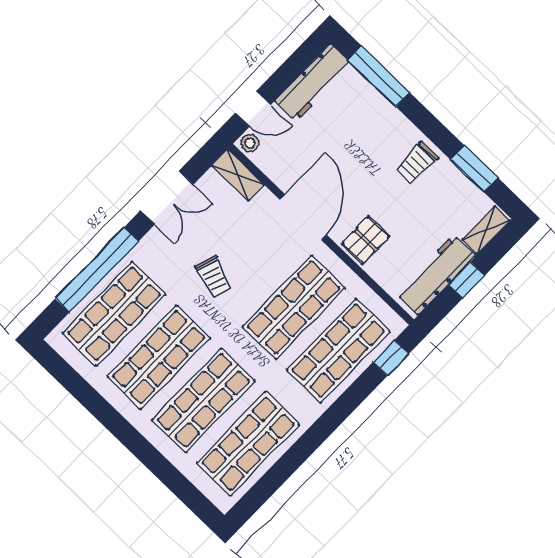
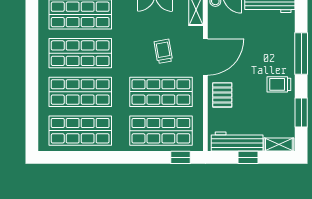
window: (379, 76) -> (301, 54), moved
pallet: (366, 240) -> (222, 95), turned 90
trolley: (214, 277) -> (163, 51), moved, turned 152

